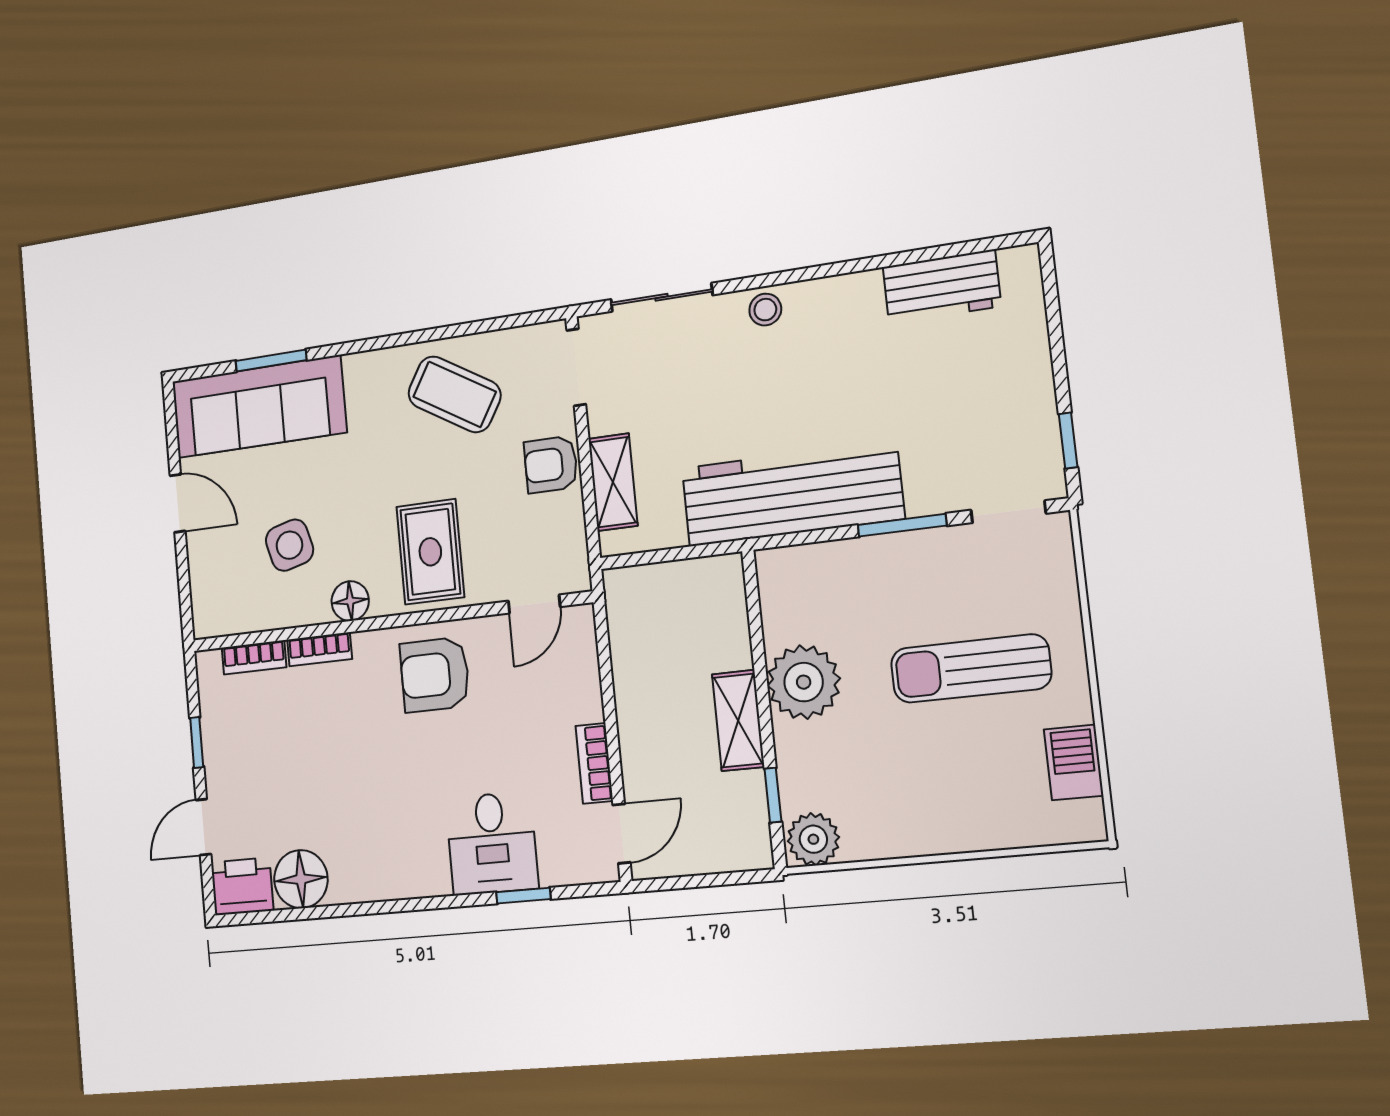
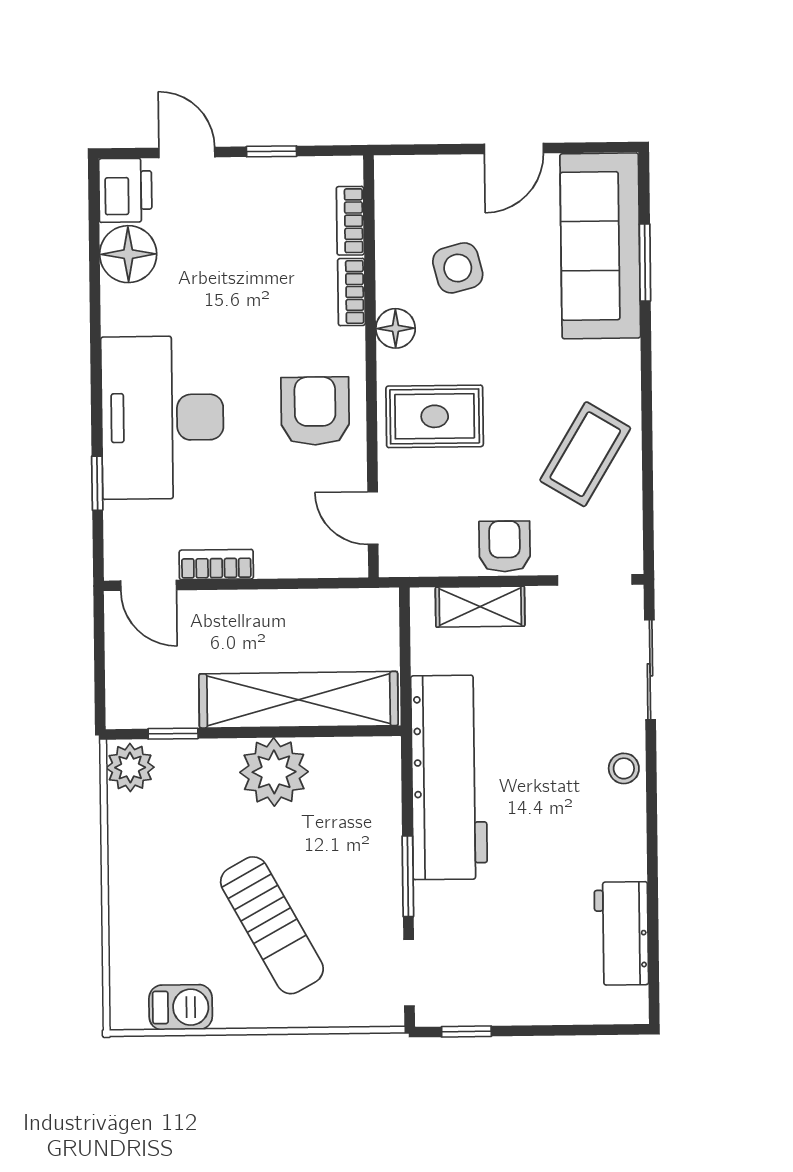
sun lounger: (971, 669) -> (272, 925), turned 151
shelving: (738, 720) -> (299, 700), width x2.20, depth x1.33
desk: (492, 843) -> (163, 418), width x1.87, depth x1.30

